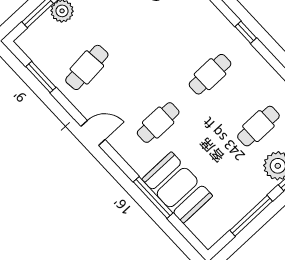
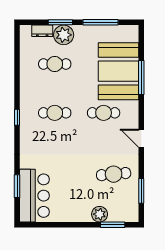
booth: (177, 187) -> (118, 71), width x1.36, depth x1.42

